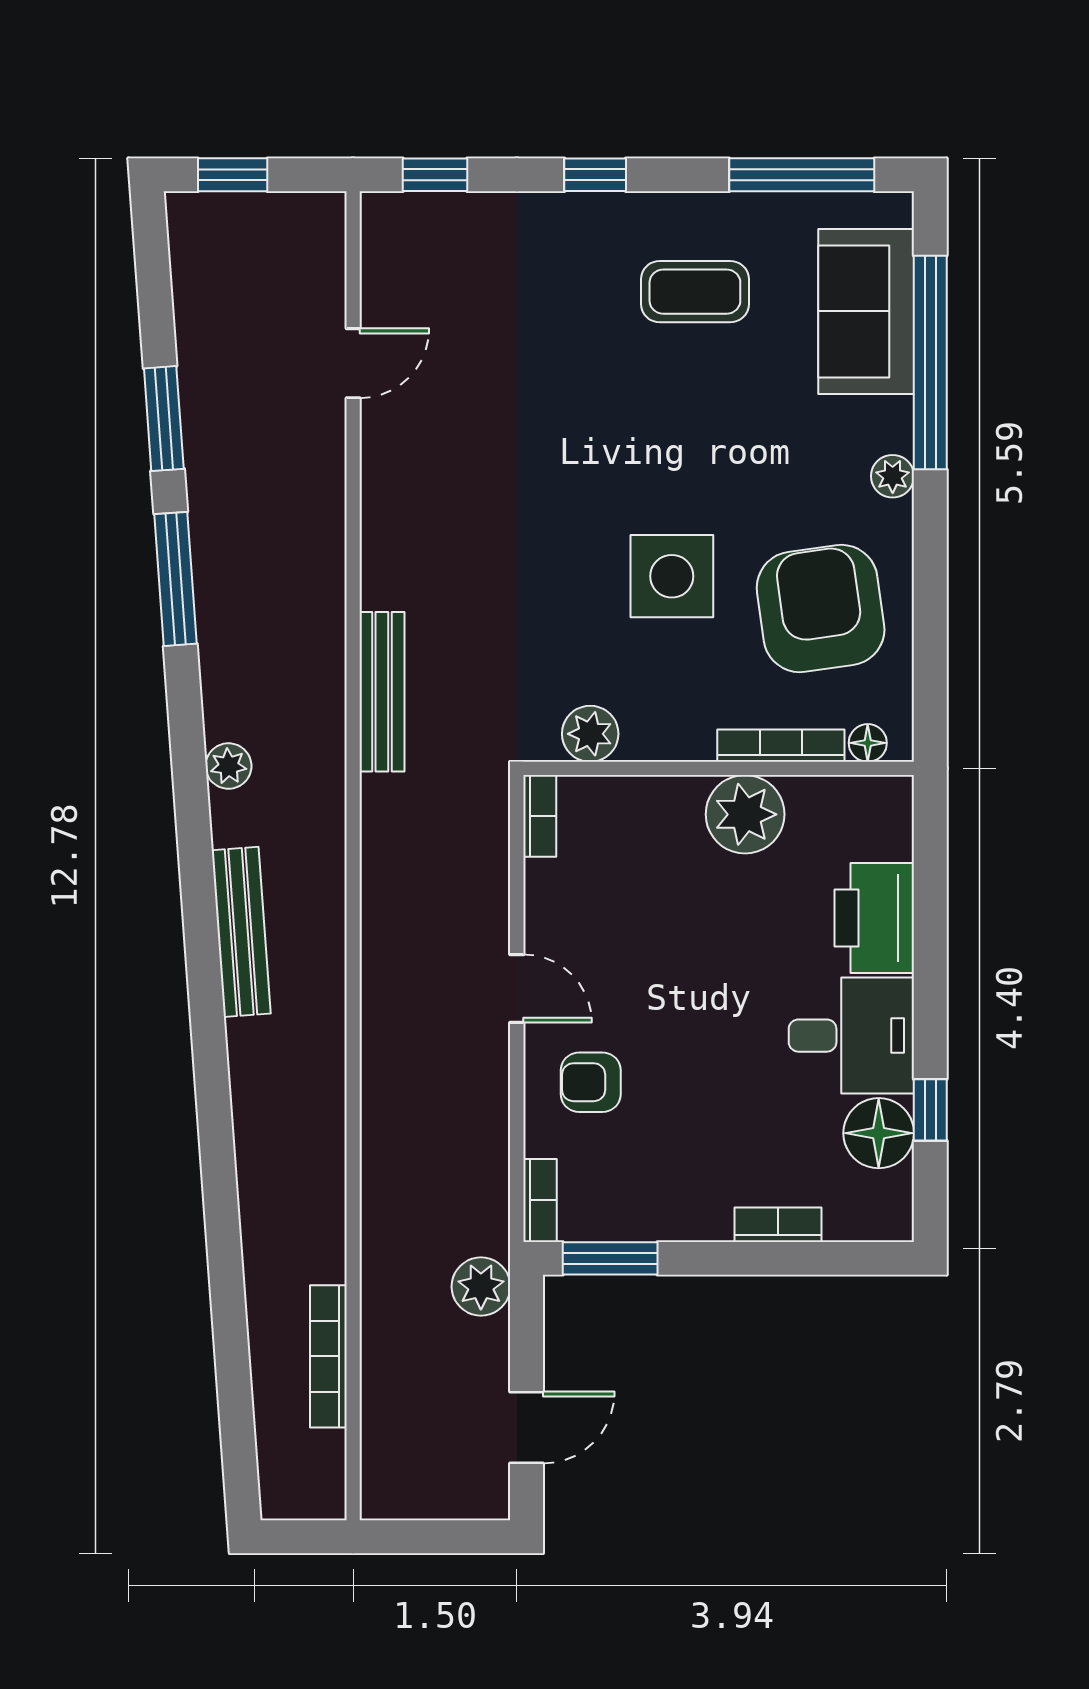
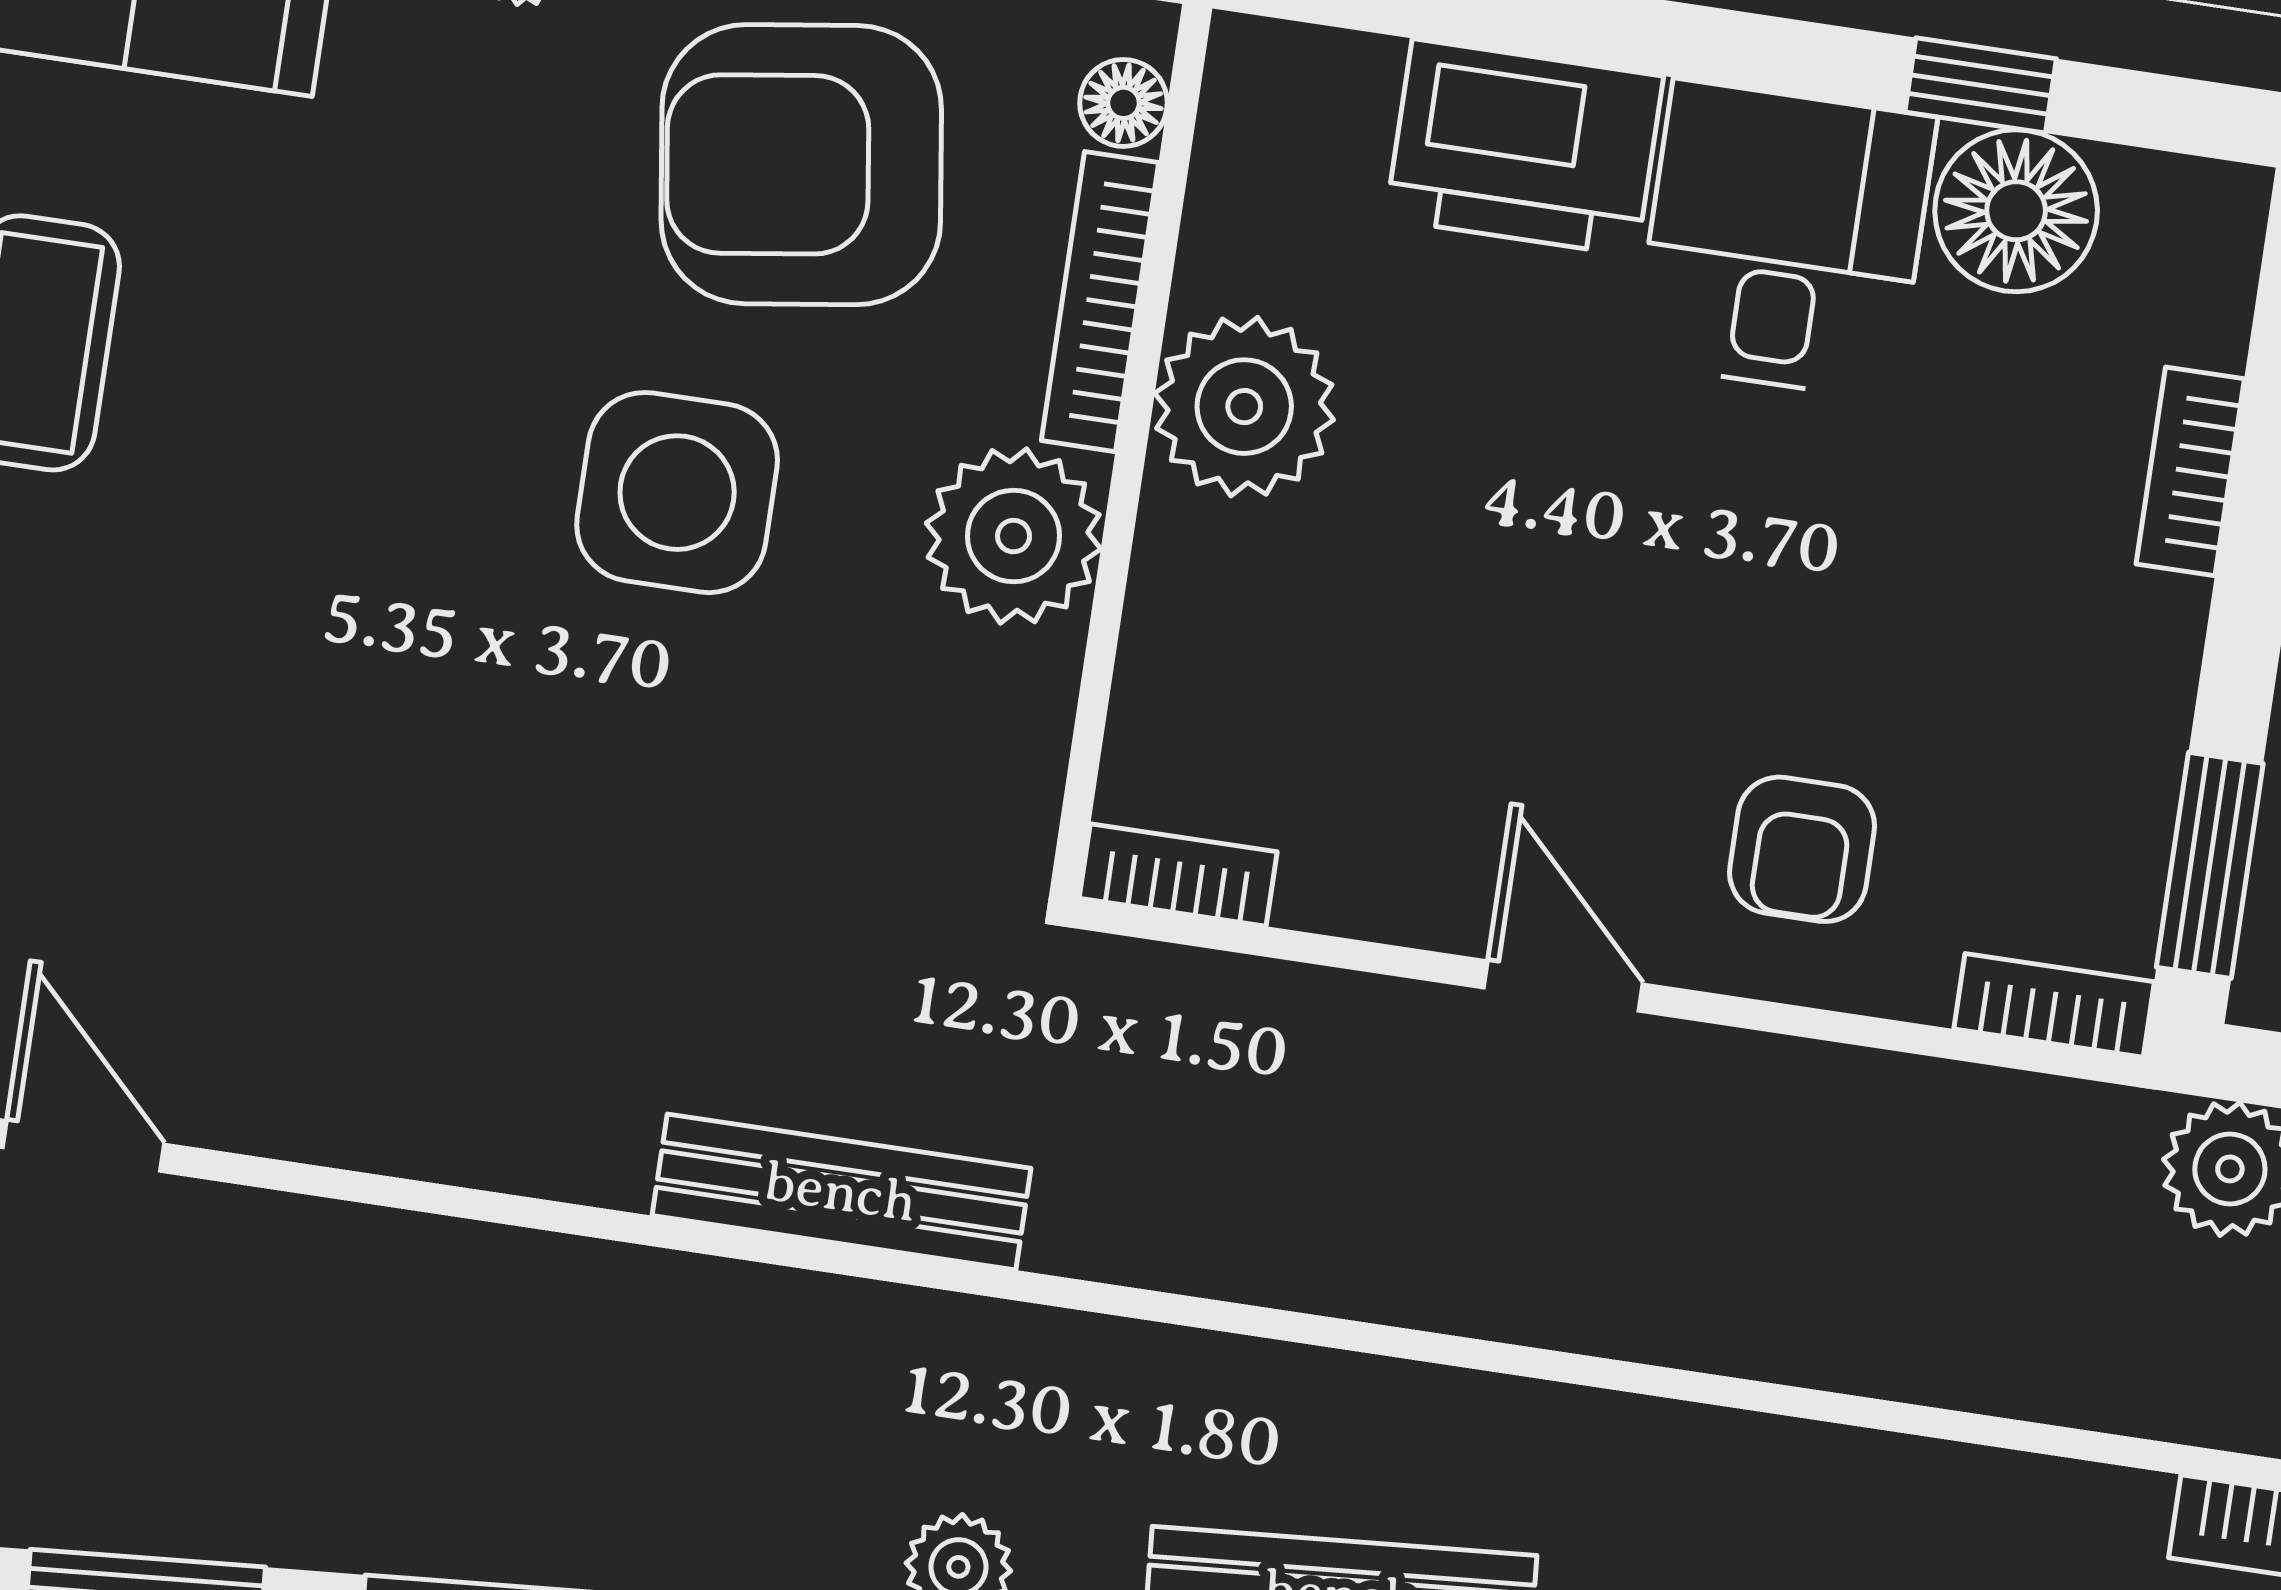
plant: (590, 734) -> (1014, 536), moved, width x1.36, depth x1.36
door: (517, 988) -> (1563, 986), hinge flipped

